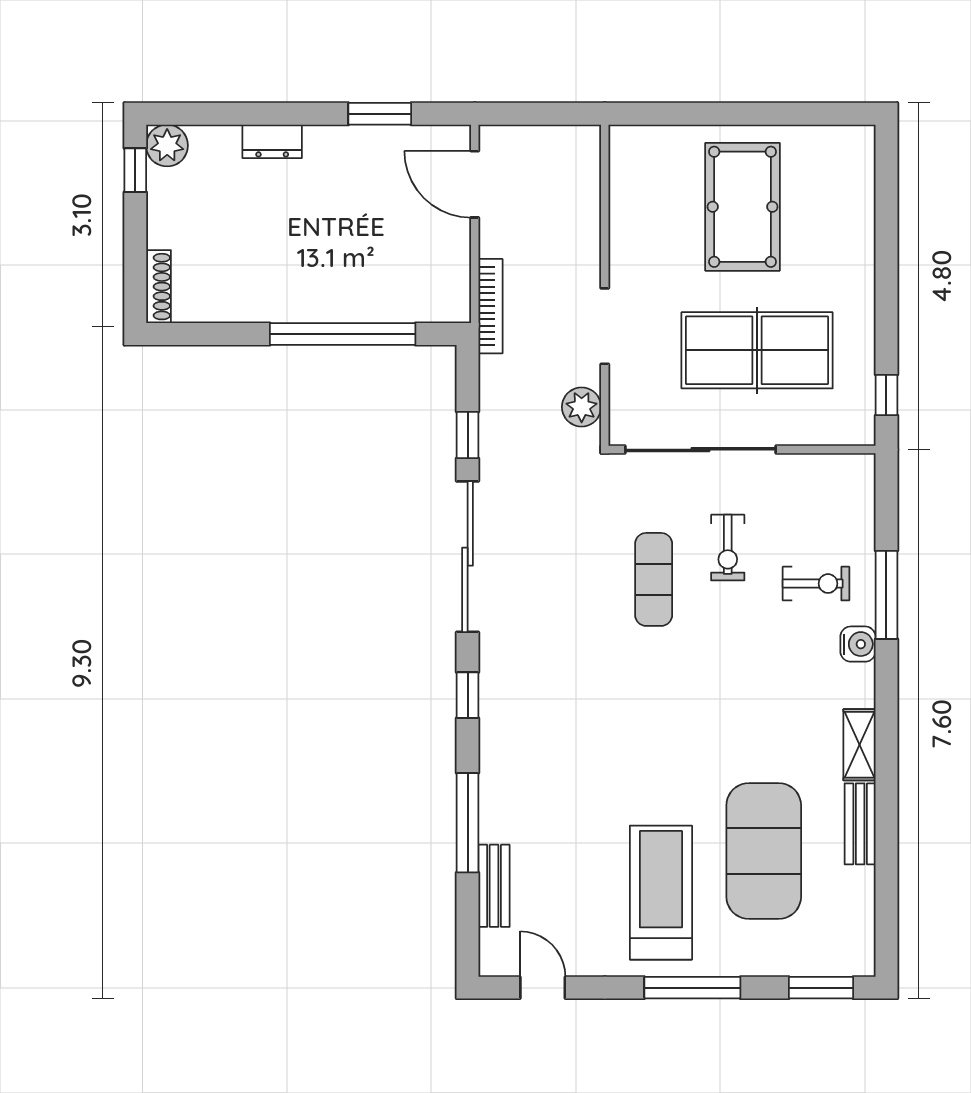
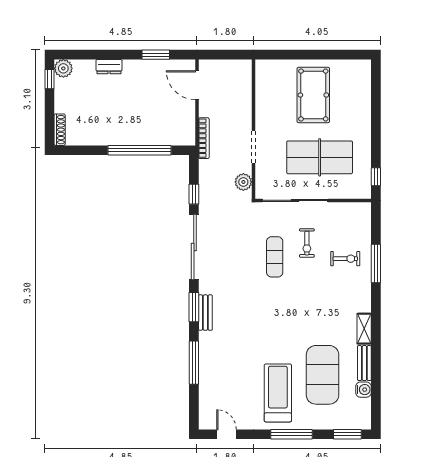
water cooler: (858, 644) -> (363, 390), moved
window: (468, 695) -> (194, 307), width x1.50
bench: (494, 886) -> (205, 313), moved

